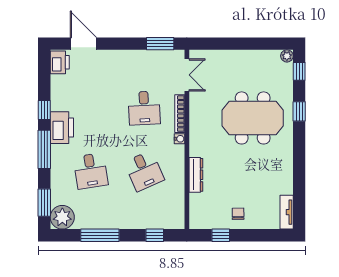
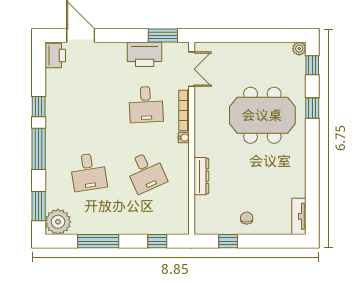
printer: (62, 128) -> (145, 54), moved, turned 90

